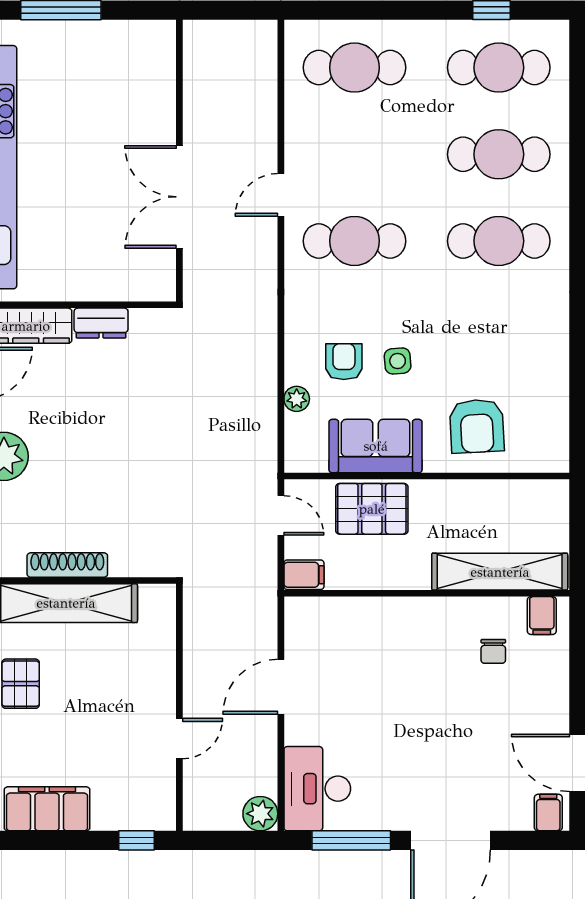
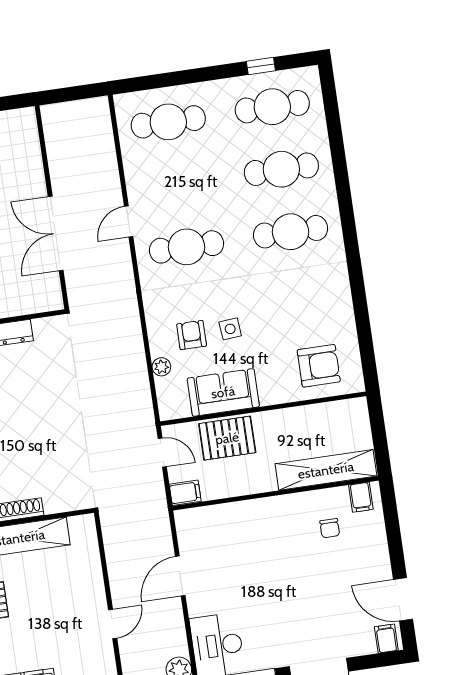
armchair: (477, 426) -> (319, 366), moved, turned -87

